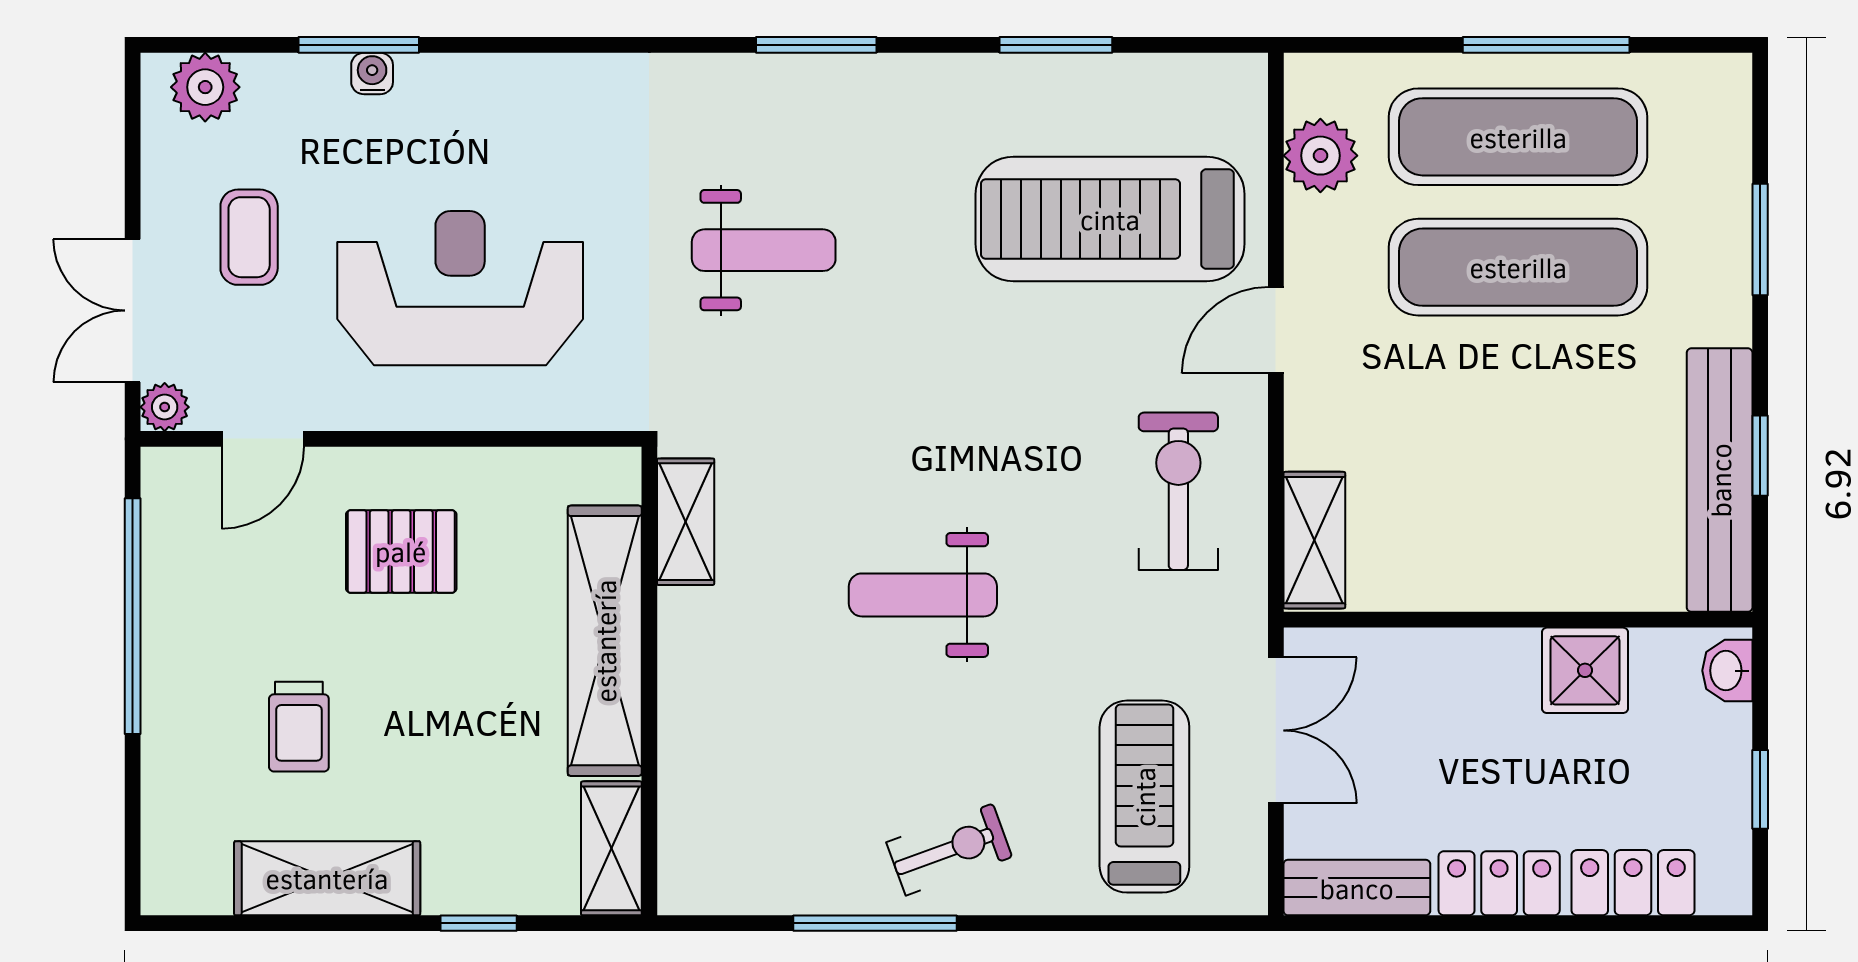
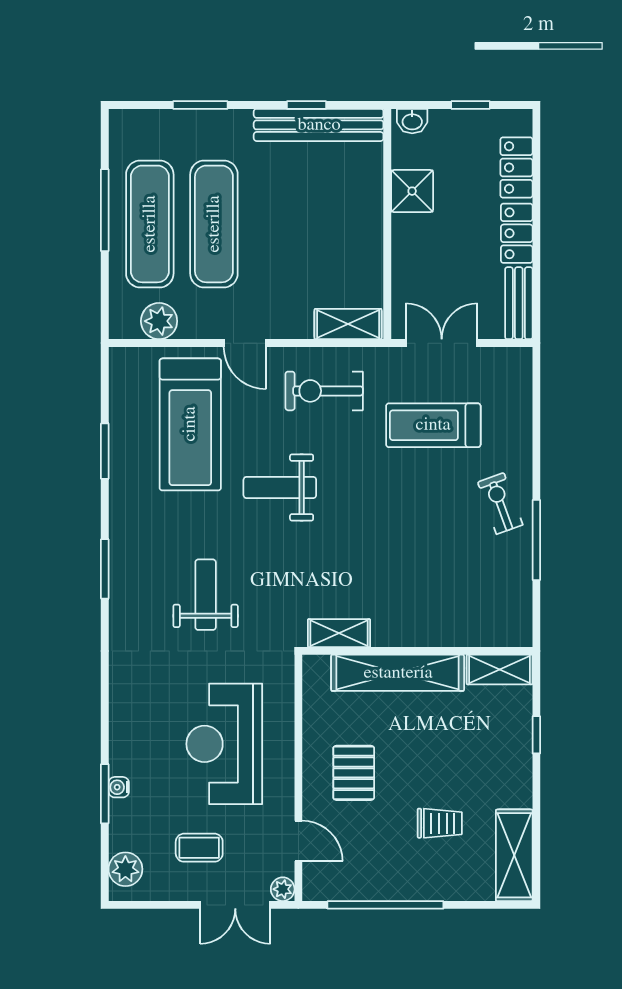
weight bench: (923, 595) -> (280, 487), moved, turned 90
treadmill: (1144, 797) -> (433, 425), moved
shelving: (327, 878) -> (514, 855), moved

